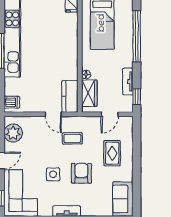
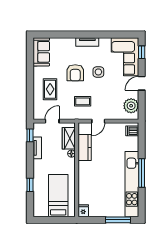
window: (137, 36) -> (30, 185), width x0.32
kitchen counter: (70, 96) -> (85, 148), moved
door: (53, 114) -> (98, 121), swing flipped

